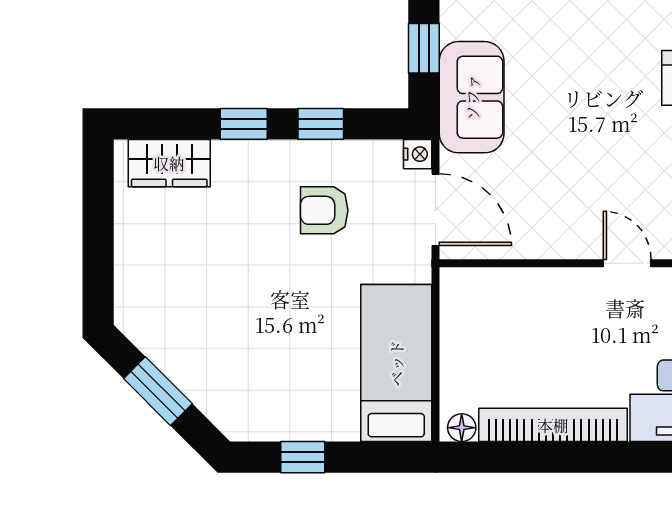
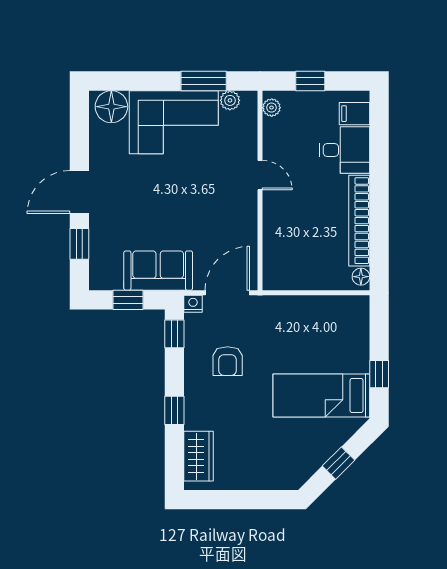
window: (321, 124) -> (174, 334), moved
door: (627, 263) -> (260, 175), swing flipped
bed: (396, 363) -> (321, 396), moved
window: (158, 391) -> (339, 463), width x0.67

